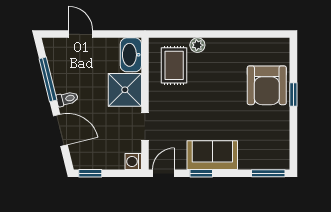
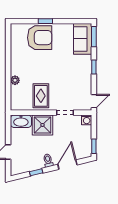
rug: (174, 65) -> (41, 96), moved, turned 90
window: (48, 79) -> (36, 172), width x0.46
sofa: (212, 155) -> (83, 39), moved
door: (164, 173) -> (94, 101), swing flipped
window: (201, 173) -> (94, 67), moved

